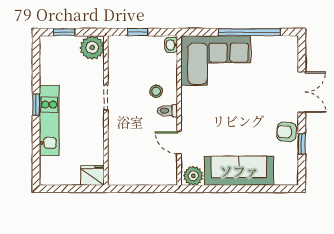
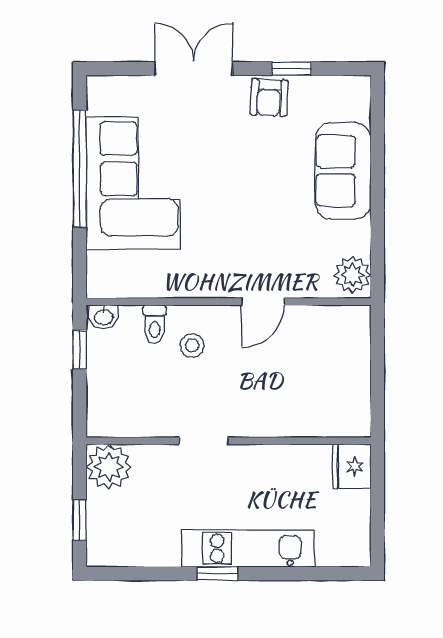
window: (138, 32) -> (80, 350), moved
corner sofa: (216, 60) -> (133, 183), moved
toilet: (167, 111) -> (155, 324), moved
door: (179, 143) -> (263, 302), moved
sofa: (239, 171) -> (343, 171), width x0.73

